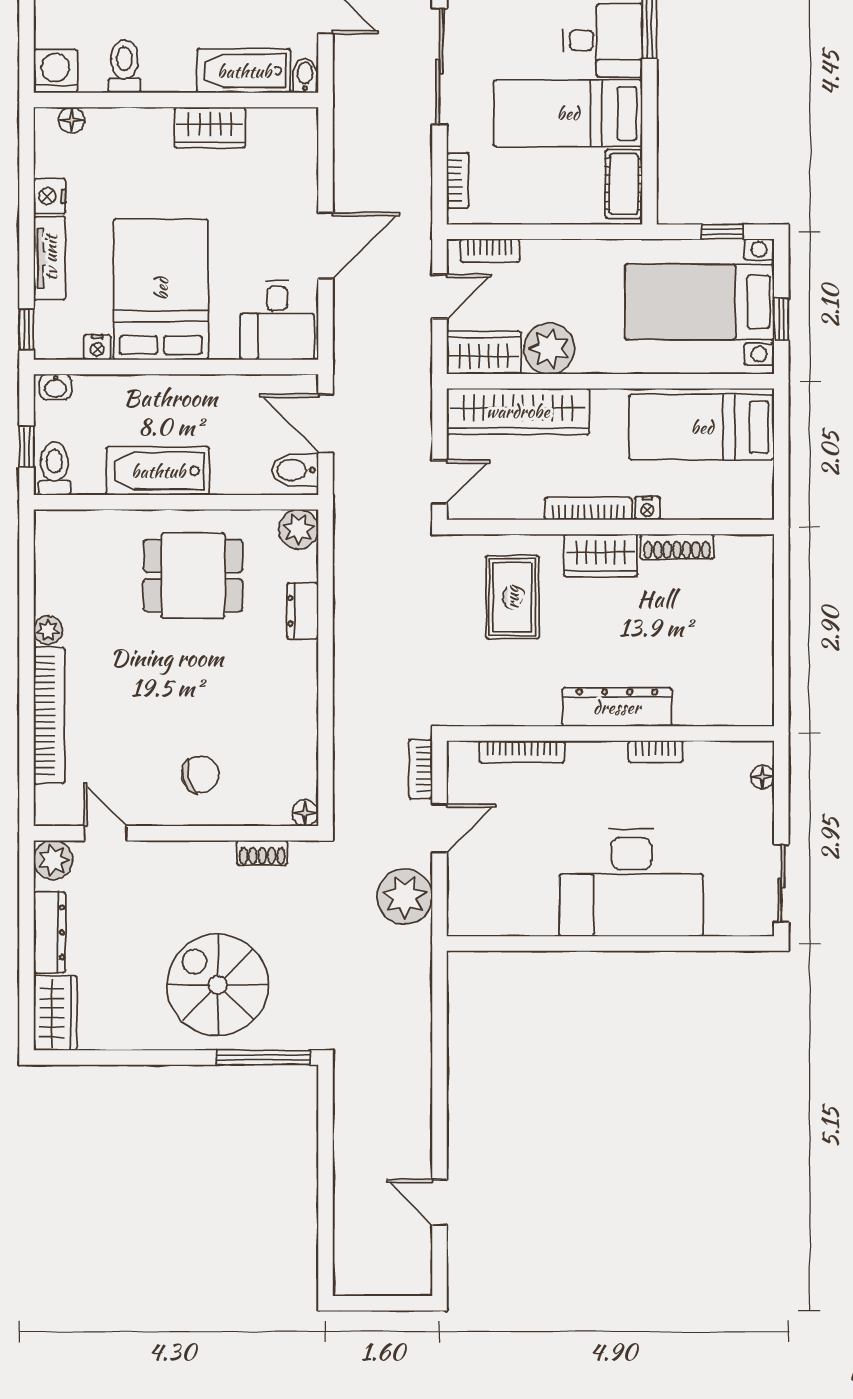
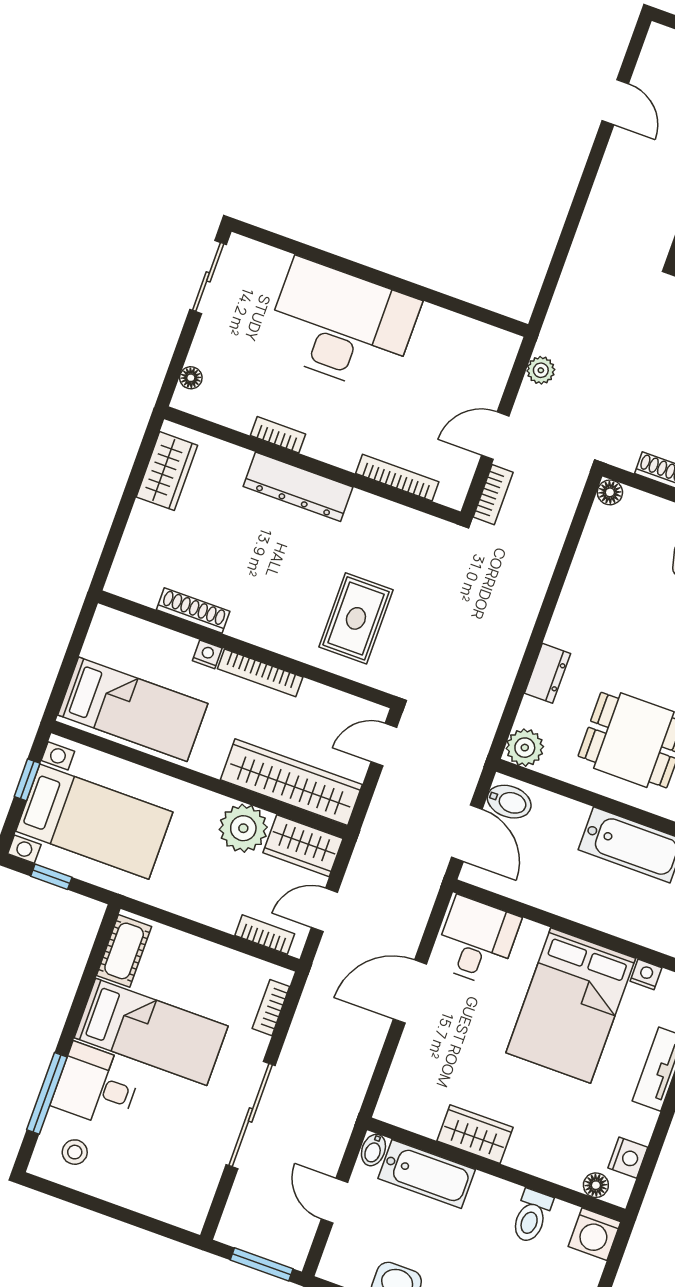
nightstand: (50, 196) -> (628, 1158), moved
wardrobe: (601, 556) -> (167, 471), moved, turned 90
plant: (405, 897) -> (541, 370), width x0.53, depth x0.53

